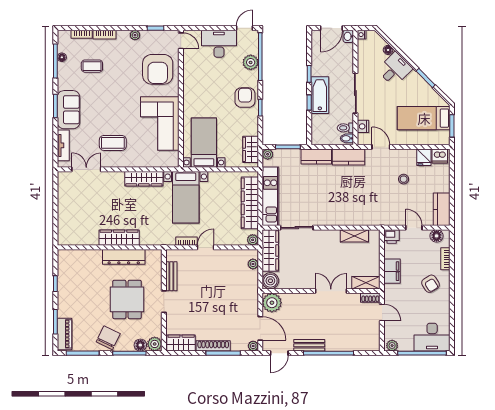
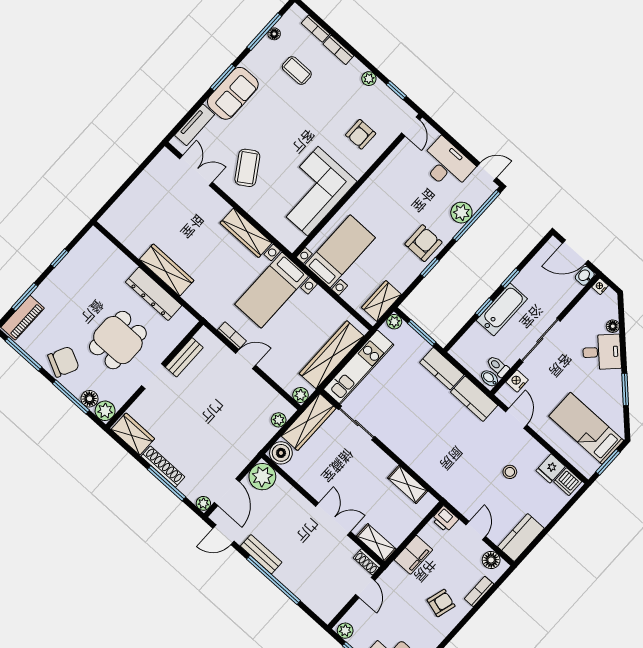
armchair: (158, 69) -> (361, 134), width x0.53, depth x0.53
coffee table: (113, 143) -> (247, 168), turned 57
armchair: (430, 284) -> (441, 603), turned -132

